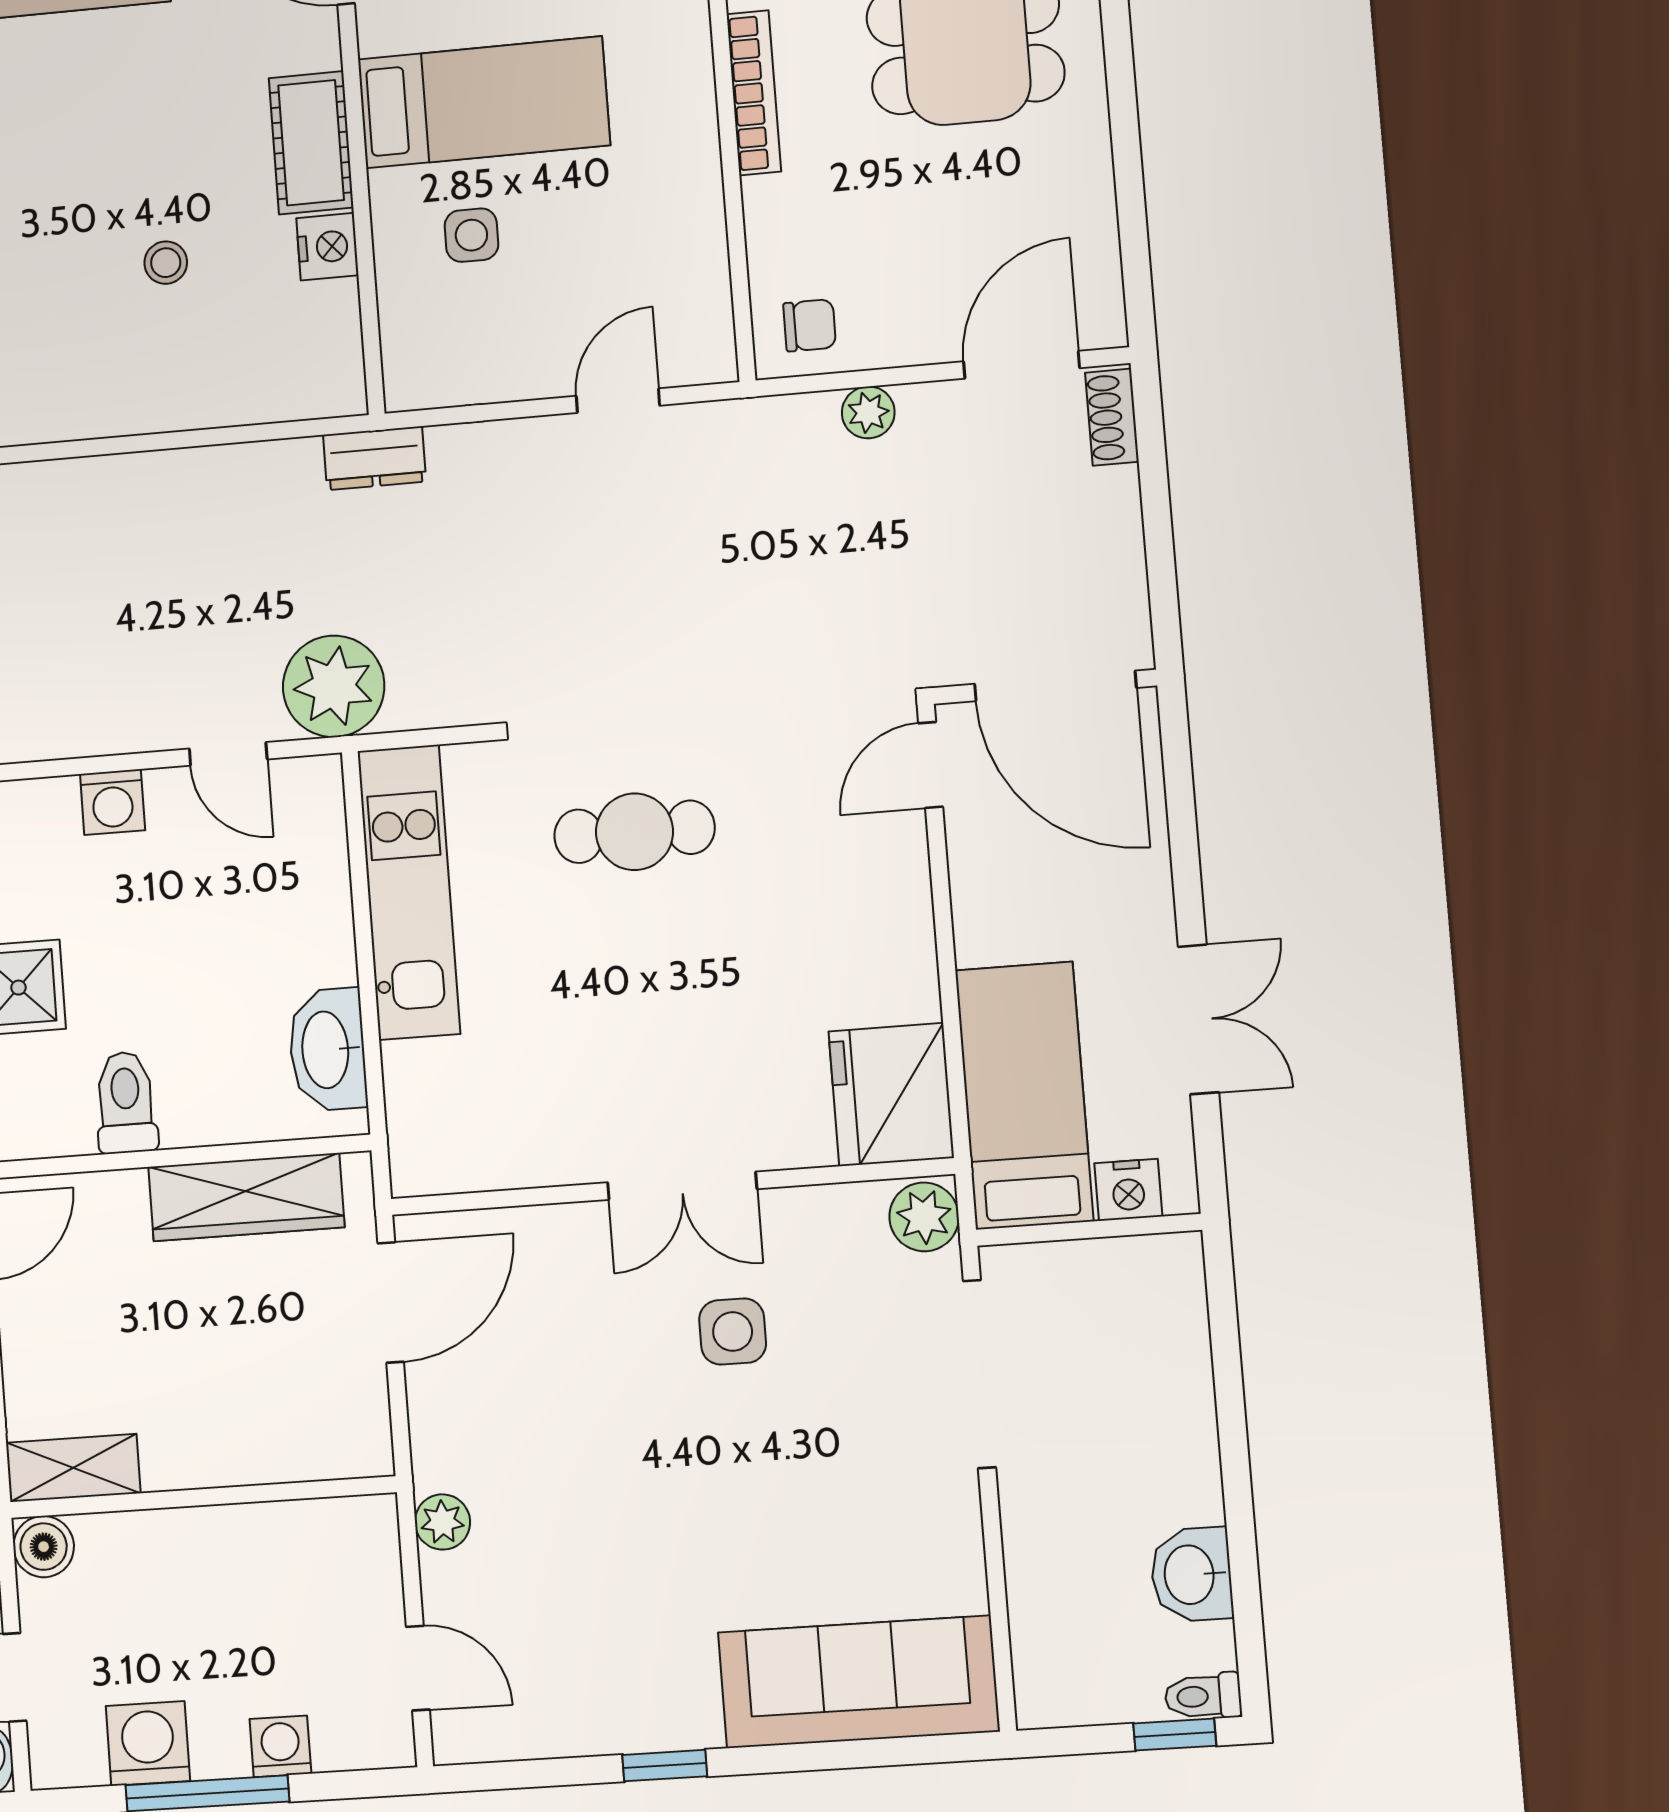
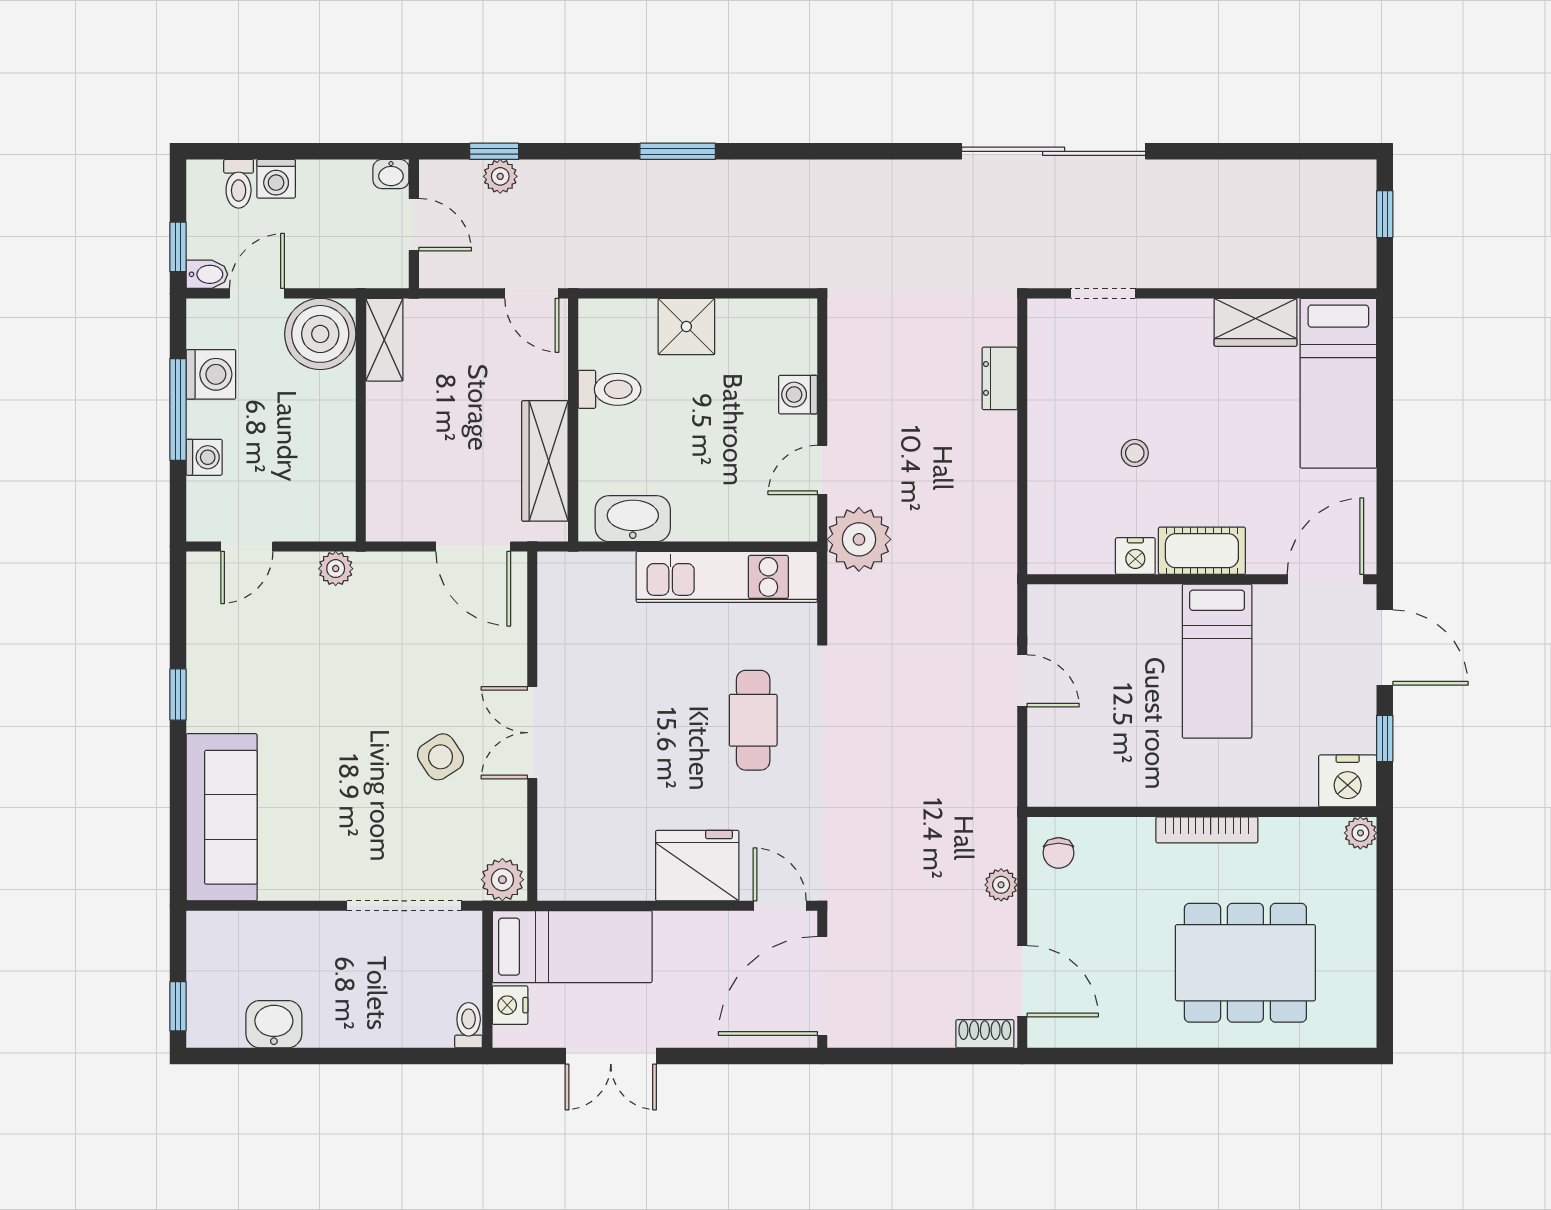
side table: (471, 235) -> (1134, 647), removed
door: (618, 401) -> (1022, 681), moved
dresser: (375, 458) -> (1000, 378), moved
fridge: (891, 1095) -> (697, 866), moved
side table: (733, 1332) -> (441, 757), turned -33
boiler: (44, 1547) -> (320, 334), width x1.86, depth x1.86
toilet: (1203, 1696) -> (469, 1025), moved

